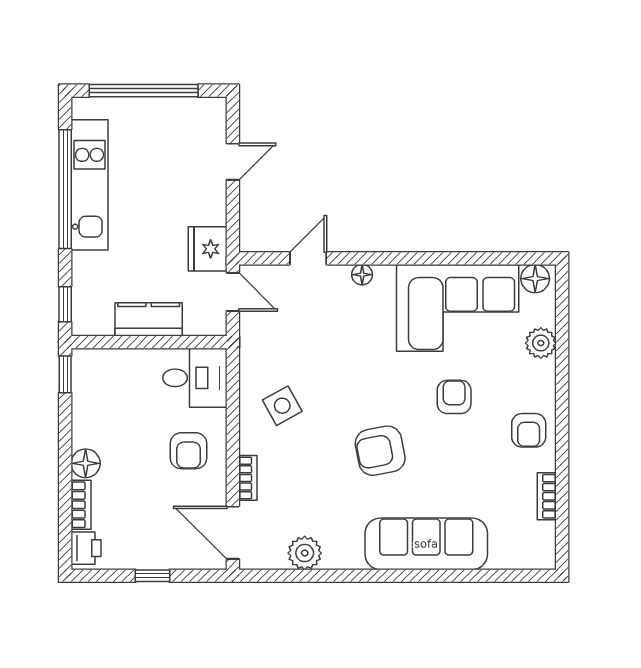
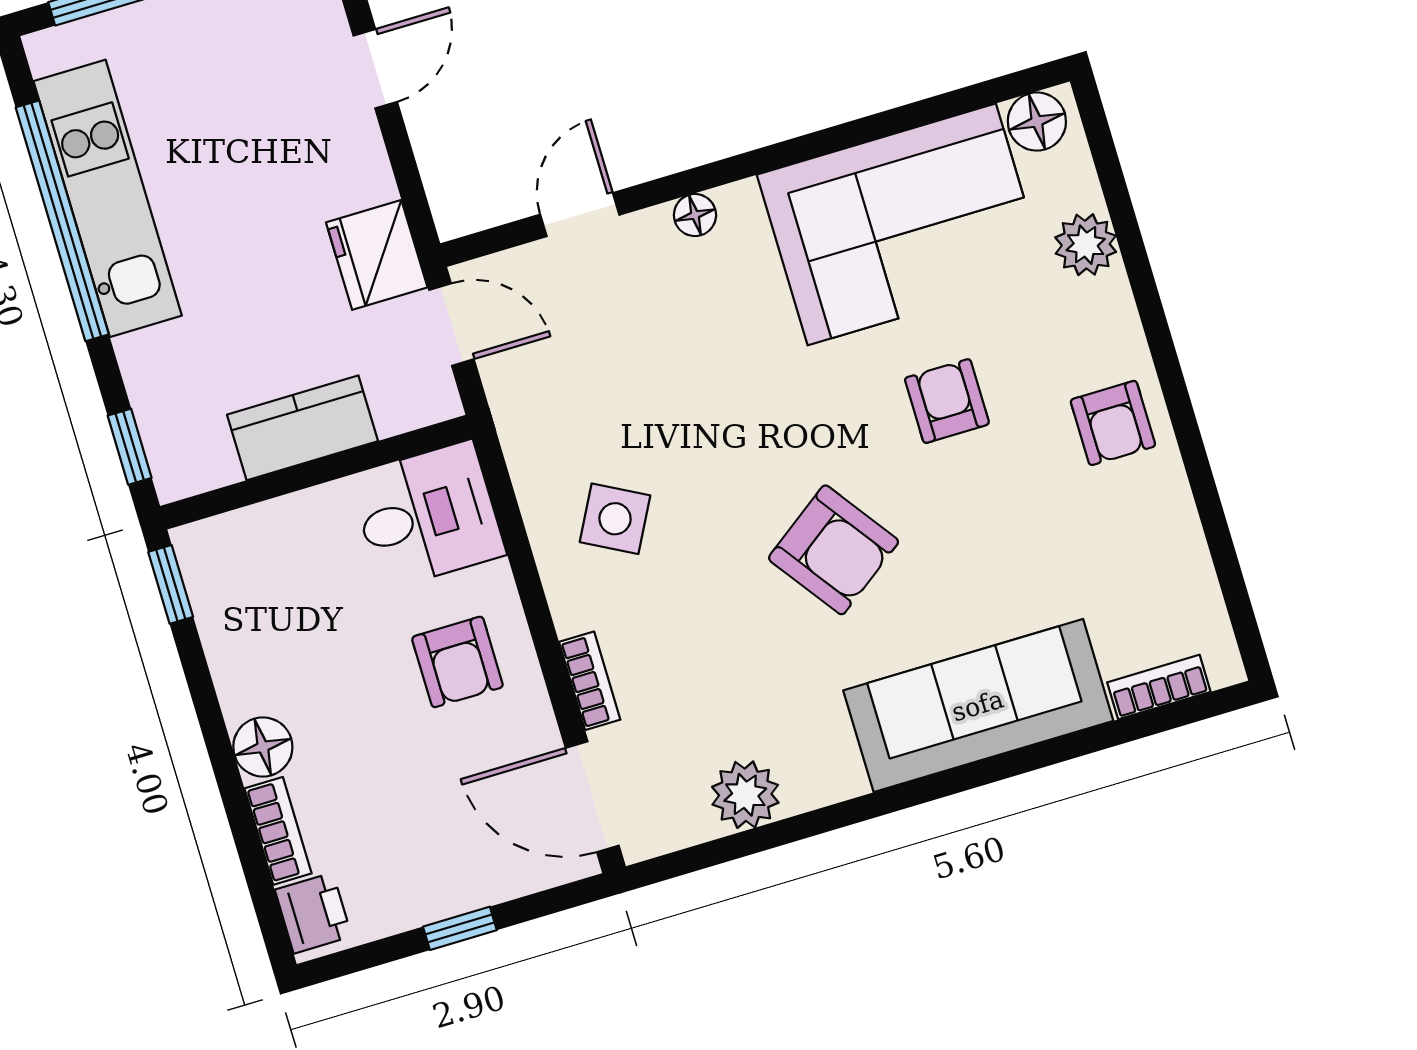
side table: (282, 406) -> (615, 519), turned -33
armchair: (380, 451) -> (834, 550), turned -115
bookcase: (547, 496) -> (1159, 687), moved, turned 90

